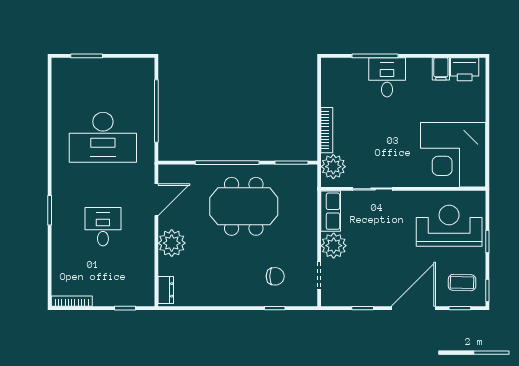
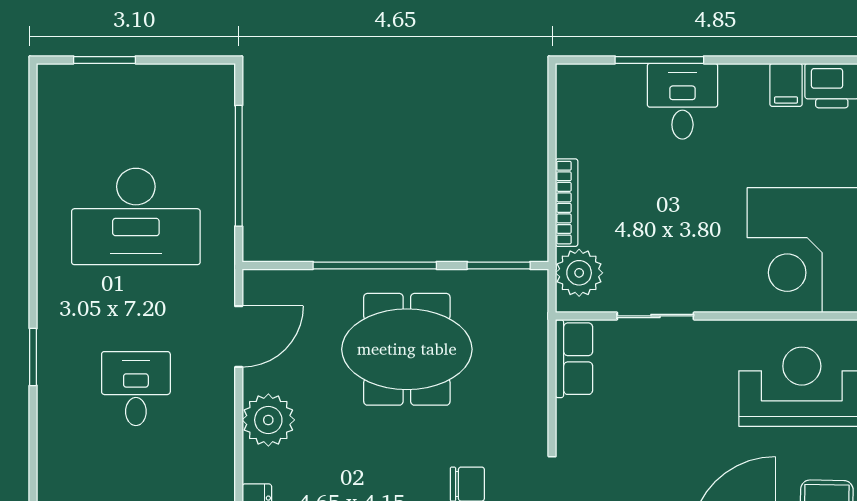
plant: (334, 246) -> (580, 425), removed

